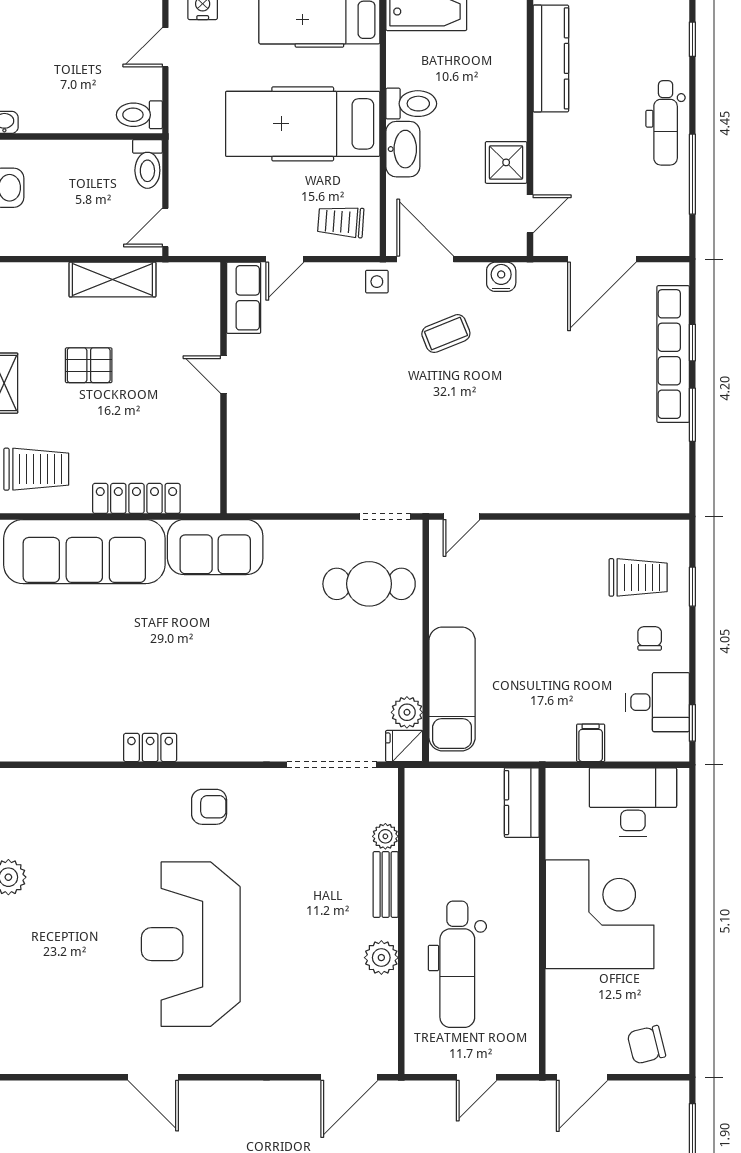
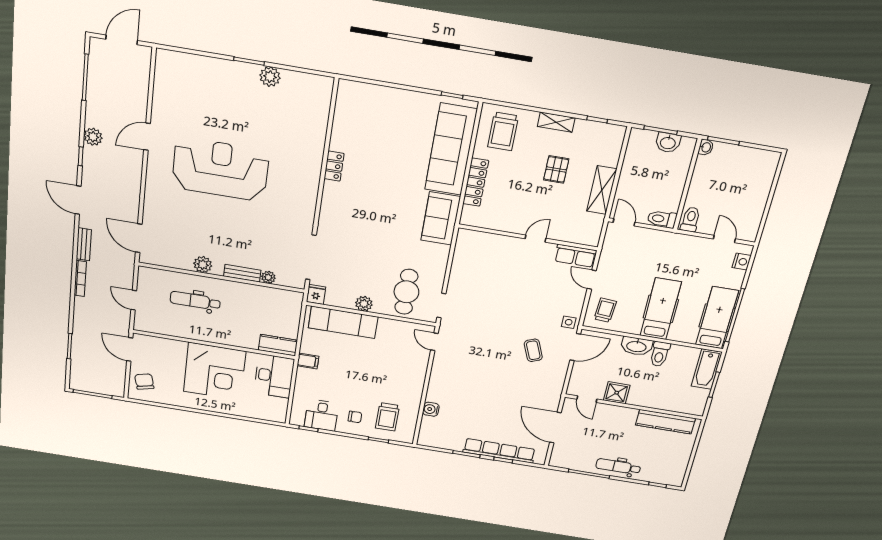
hospital bed: (303, 124) -> (661, 309), width x0.73, depth x0.78
water cooler: (501, 277) -> (431, 409), moved, turned 180
plant: (407, 712) -> (364, 304), moved
filing cabinet: (591, 743) -> (308, 361), moved
desk: (633, 802) -> (274, 376), moved
armchair: (209, 807) -> (296, 191), removed
dental chair: (457, 964) -> (195, 301), width x0.73, depth x0.72

